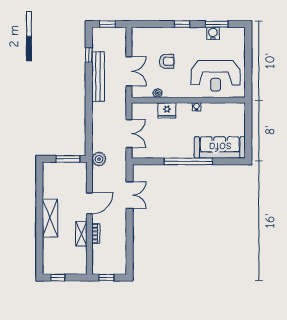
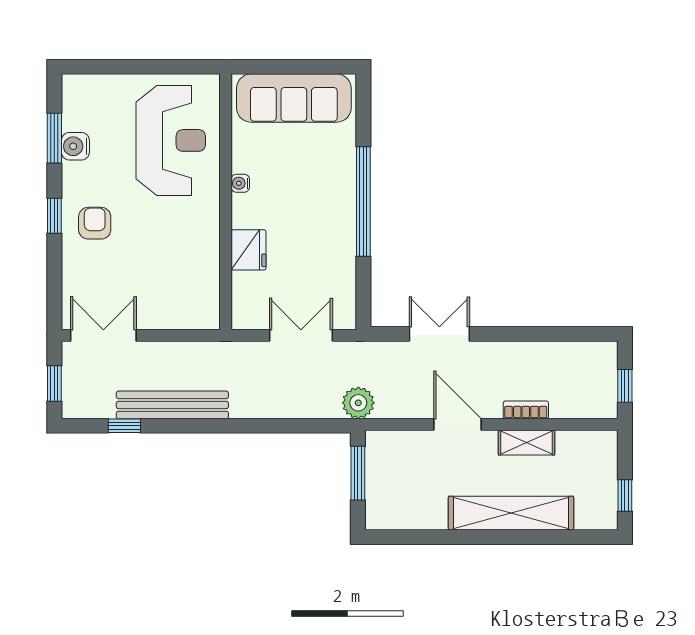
armchair: (167, 61) -> (95, 223), moved
double door: (129, 71) -> (103, 335), moved
plant: (158, 93) -> (210, 271), removed
sofa: (220, 147) -> (294, 98), moved, turned -90
shelving: (50, 218) -> (511, 513), width x1.47

